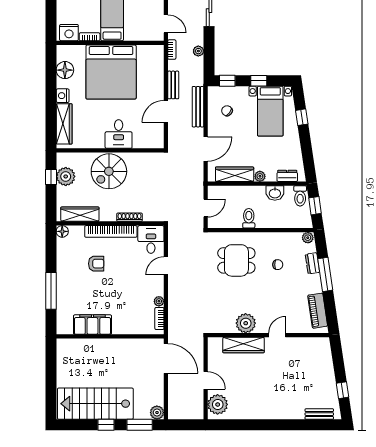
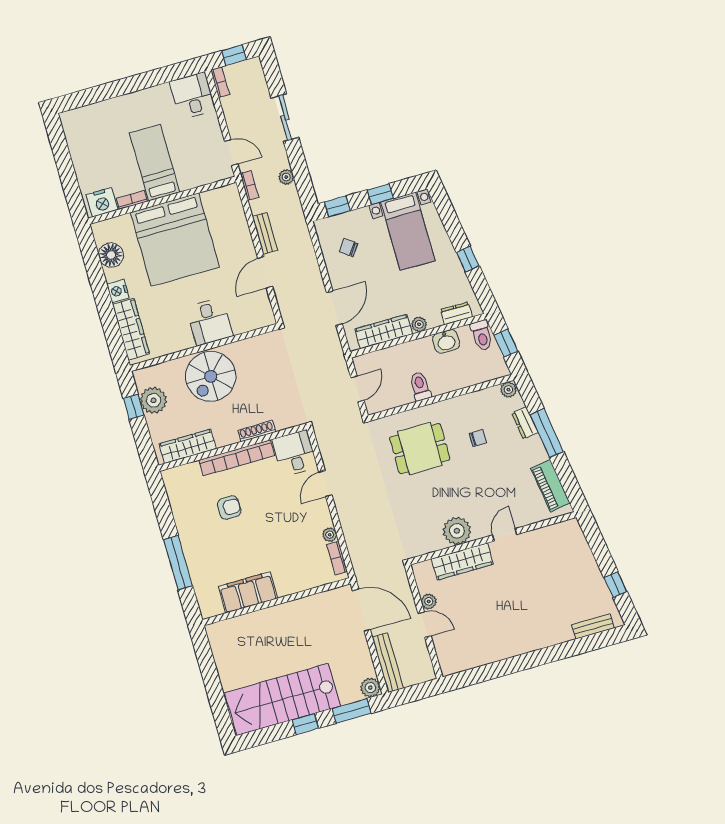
bench: (198, 107) -> (388, 663), moved
window: (302, 117) -> (468, 259), moved
floor lamp: (62, 231) -> (170, 477), removed
plant: (218, 404) -> (429, 601), moved, width x0.53, depth x0.53

